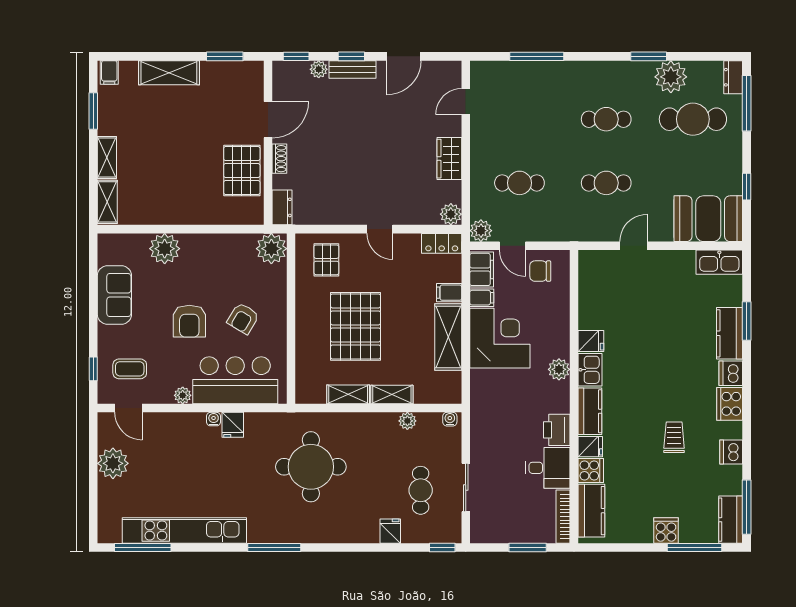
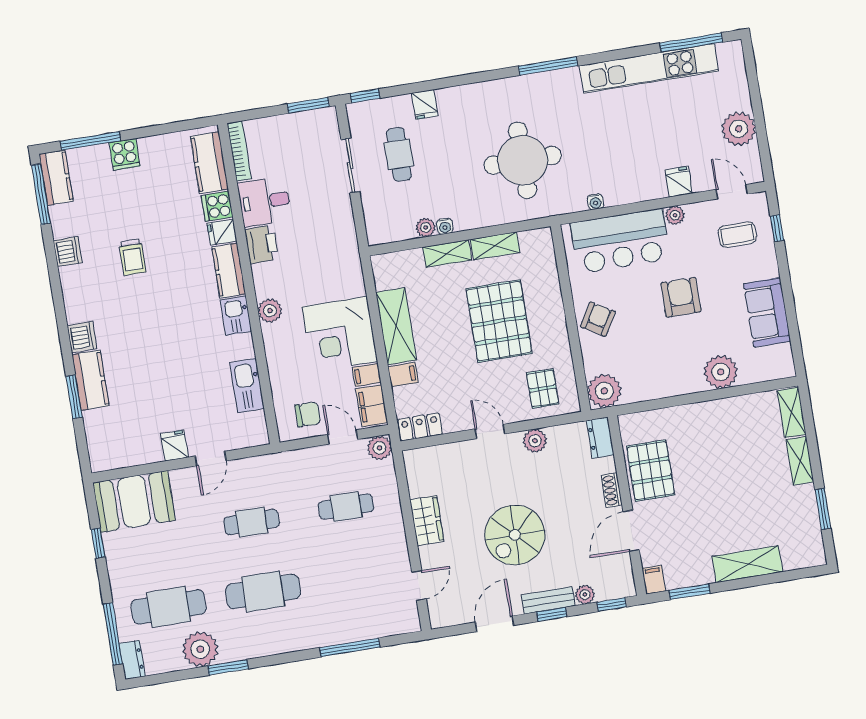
filing cabinet: (109, 73) -> (654, 580), moved
cafe table: (606, 119) -> (263, 591), width x1.37, depth x1.35
spiral stairs: (373, 133) -> (515, 535), added
plant: (451, 214) -> (535, 441), moved
kitchen sink: (719, 262) -> (247, 386), moved, turned -90
armchair: (243, 318) -> (598, 319), moved
fridge: (591, 341) -> (174, 446), moved, turned 90
cooker: (730, 404) -> (78, 304), removed
water cooler: (214, 419) -> (595, 202), moved
water cooler: (450, 419) -> (445, 226), moved
fridge: (233, 425) -> (679, 182), moved
window: (528, 547) -> (308, 105), moved

